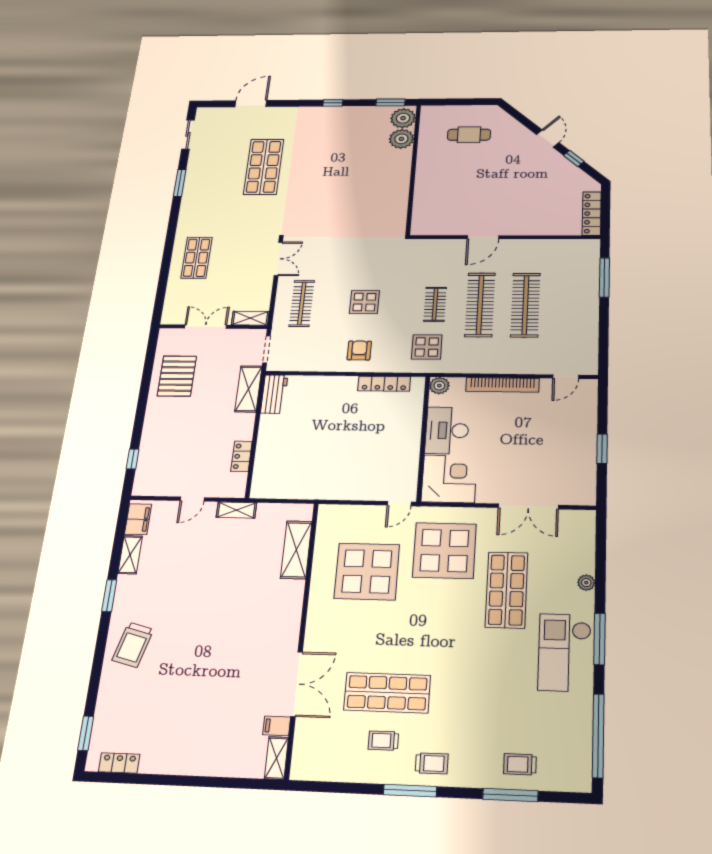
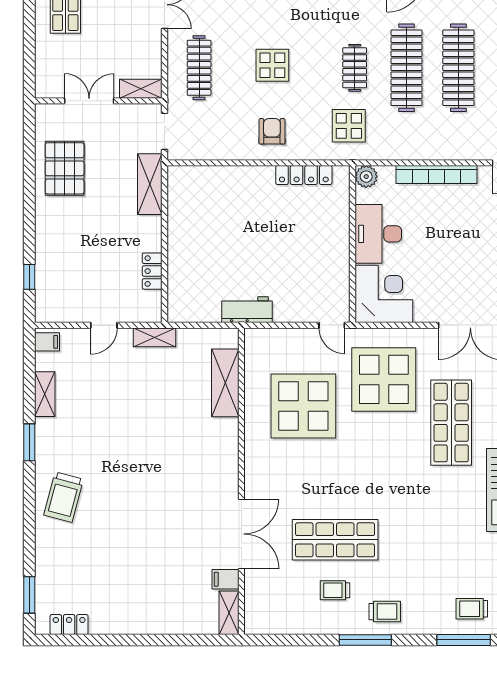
workbench: (274, 394) -> (247, 310), moved, turned -90
door: (399, 504) -> (332, 325), hinge flipped
filing cabinet: (138, 519) -> (47, 342), width x0.50

